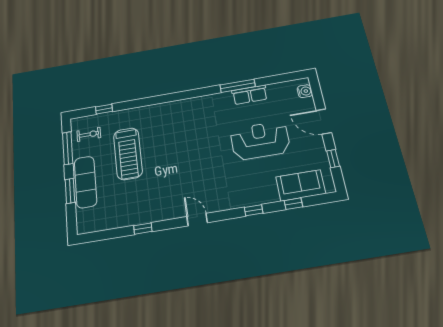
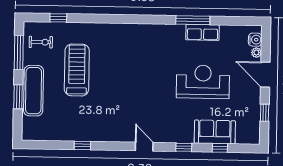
plant: (309, 103) -> (256, 53), added
treadmill: (128, 154) -> (77, 70), turned 180
sofa: (301, 185) -> (215, 132), moved
door: (197, 220) -> (144, 147), moved

